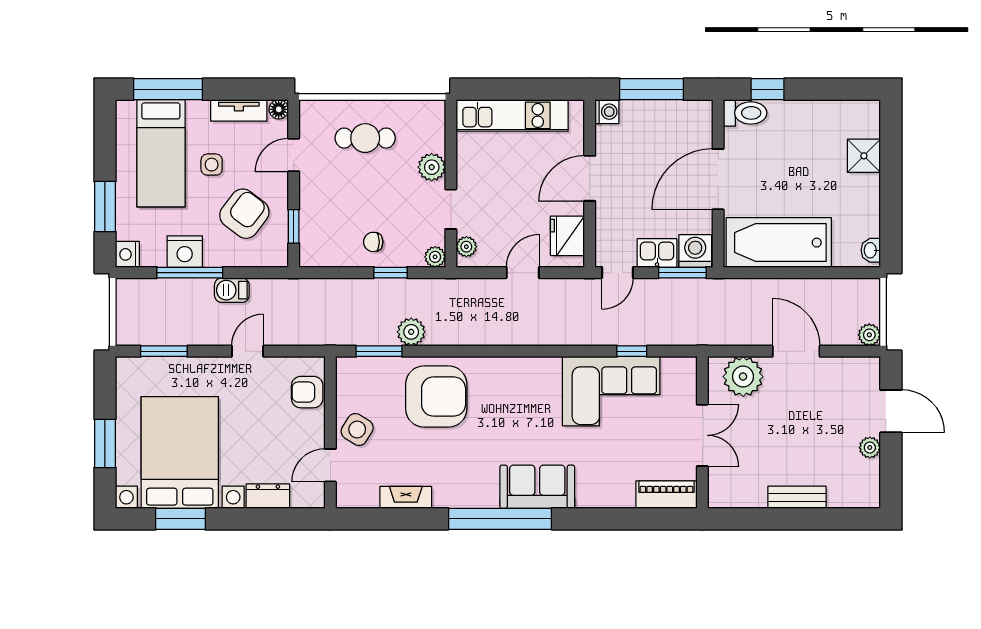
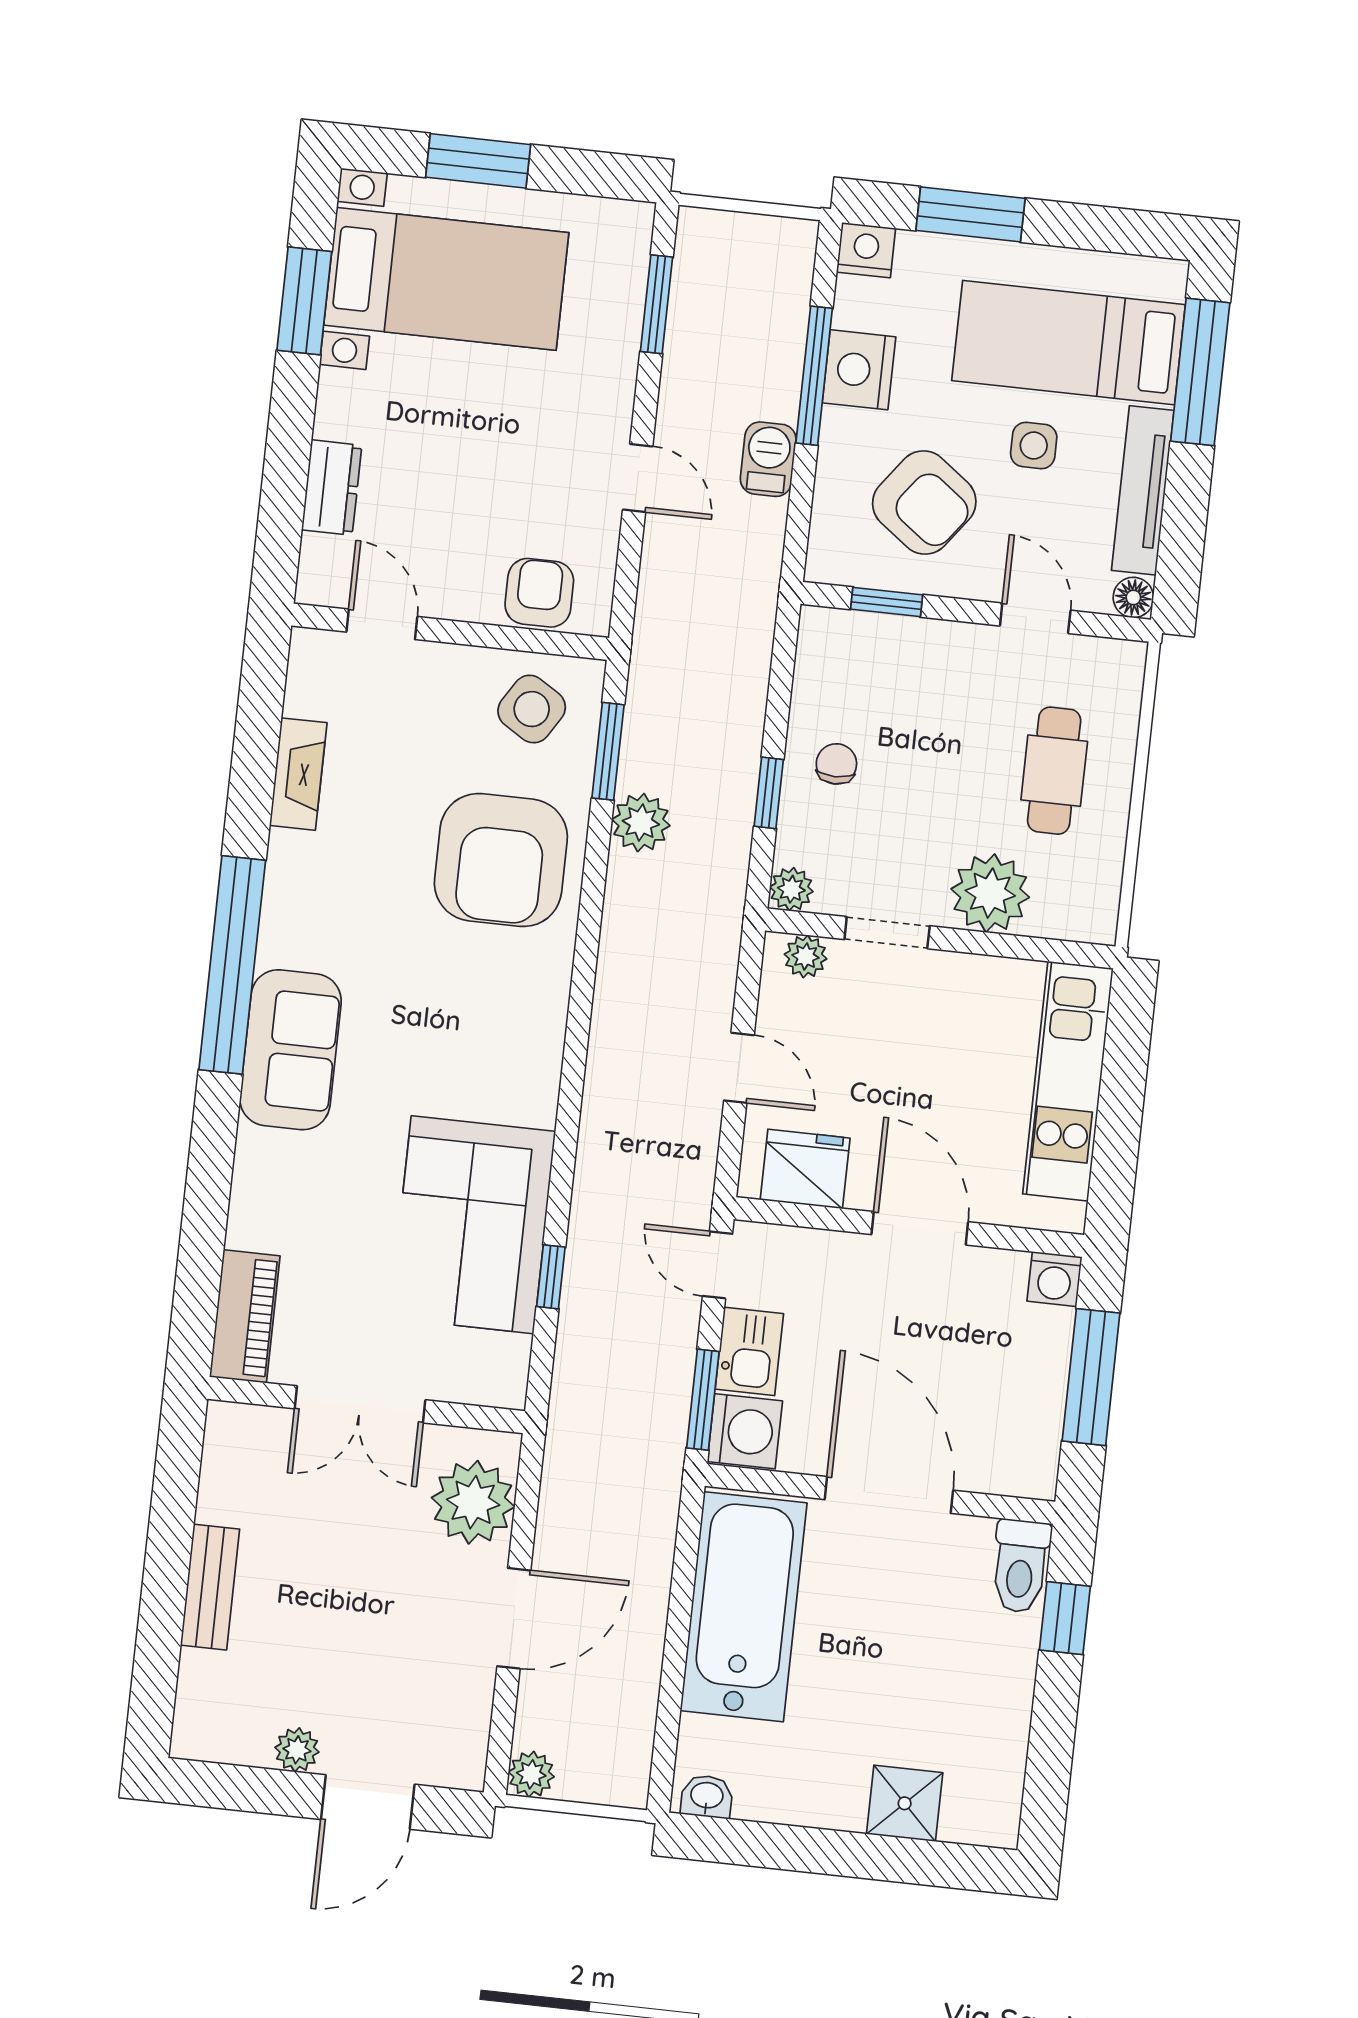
tv unit: (239, 110) -> (1143, 490), width x1.41
plant: (432, 167) -> (990, 893), width x1.36, depth x1.36
side table: (357, 430) -> (532, 709), moved
bed with nightstands: (180, 452) -> (446, 279), width x0.73

